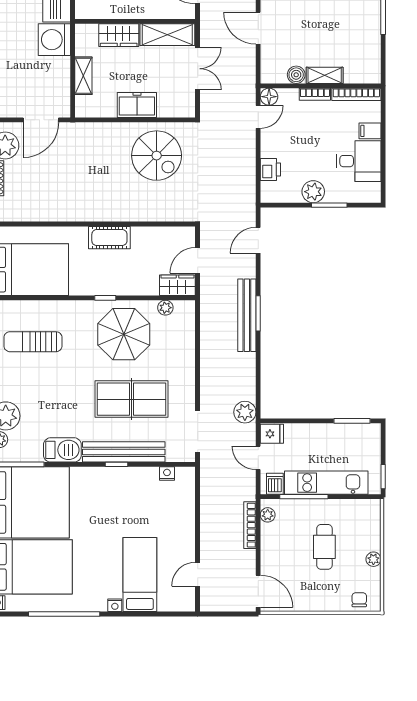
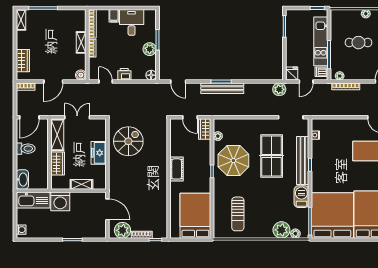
boiler: (296, 75) -> (81, 75), moved
floor lamp: (269, 97) -> (151, 75), moved
printer: (270, 169) -> (124, 74), moved

